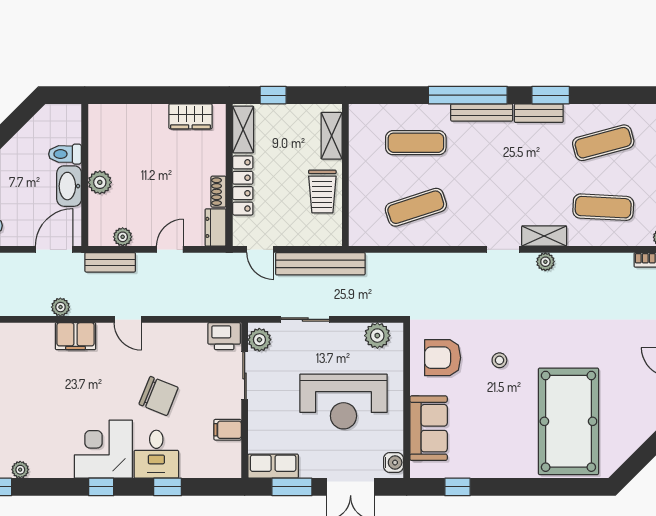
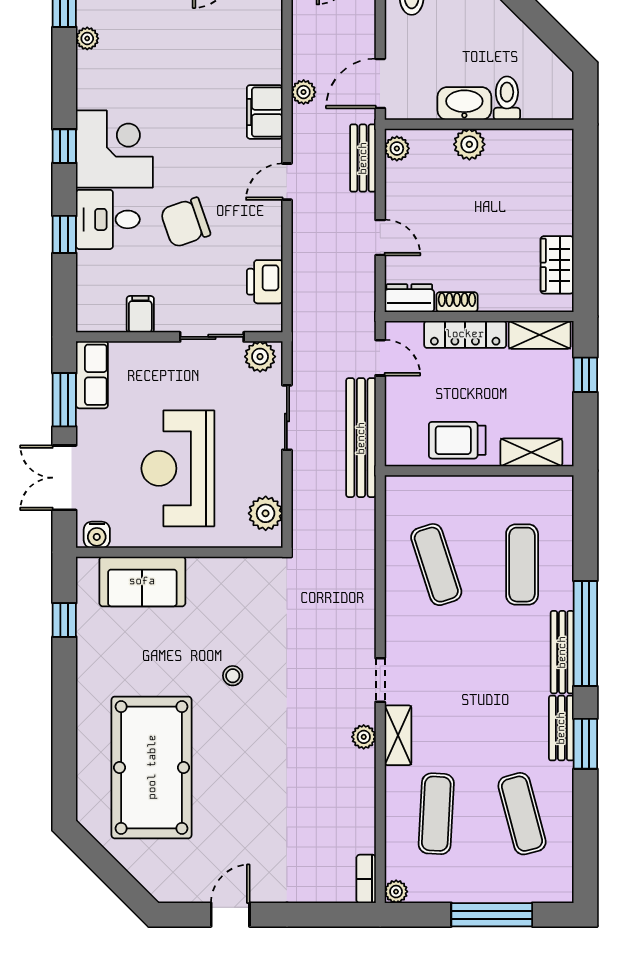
plant: (123, 237) -> (397, 148), moved
door: (54, 249) -> (380, 83), swing flipped
door: (260, 249) -> (380, 358), swing flipped
printer: (224, 336) -> (265, 282), moved
armchair: (443, 358) -> (236, 600), removed
chair: (159, 396) -> (185, 222), turned 49
pool table: (568, 421) -> (152, 767), turned 90

